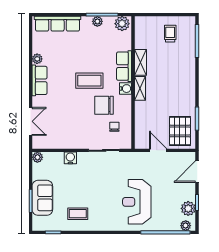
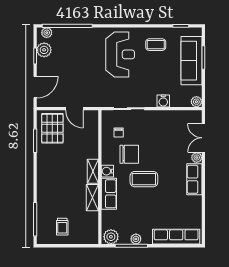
plant: (37, 59) -> (197, 158), moved
sofa: (42, 198) -> (191, 61), width x1.36
reception desk: (137, 202) -> (120, 54), moved

